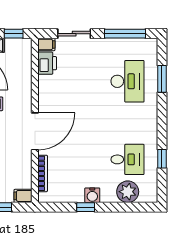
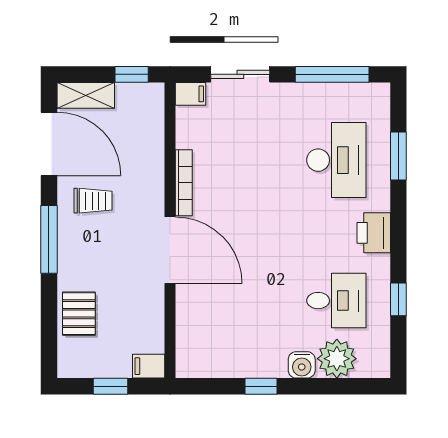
printer: (47, 63) -> (374, 233), moved, turned 180
door: (35, 131) -> (170, 250), hinge flipped
bookcase: (43, 173) -> (184, 183), moved
water cooler: (92, 195) -> (302, 365), moved

